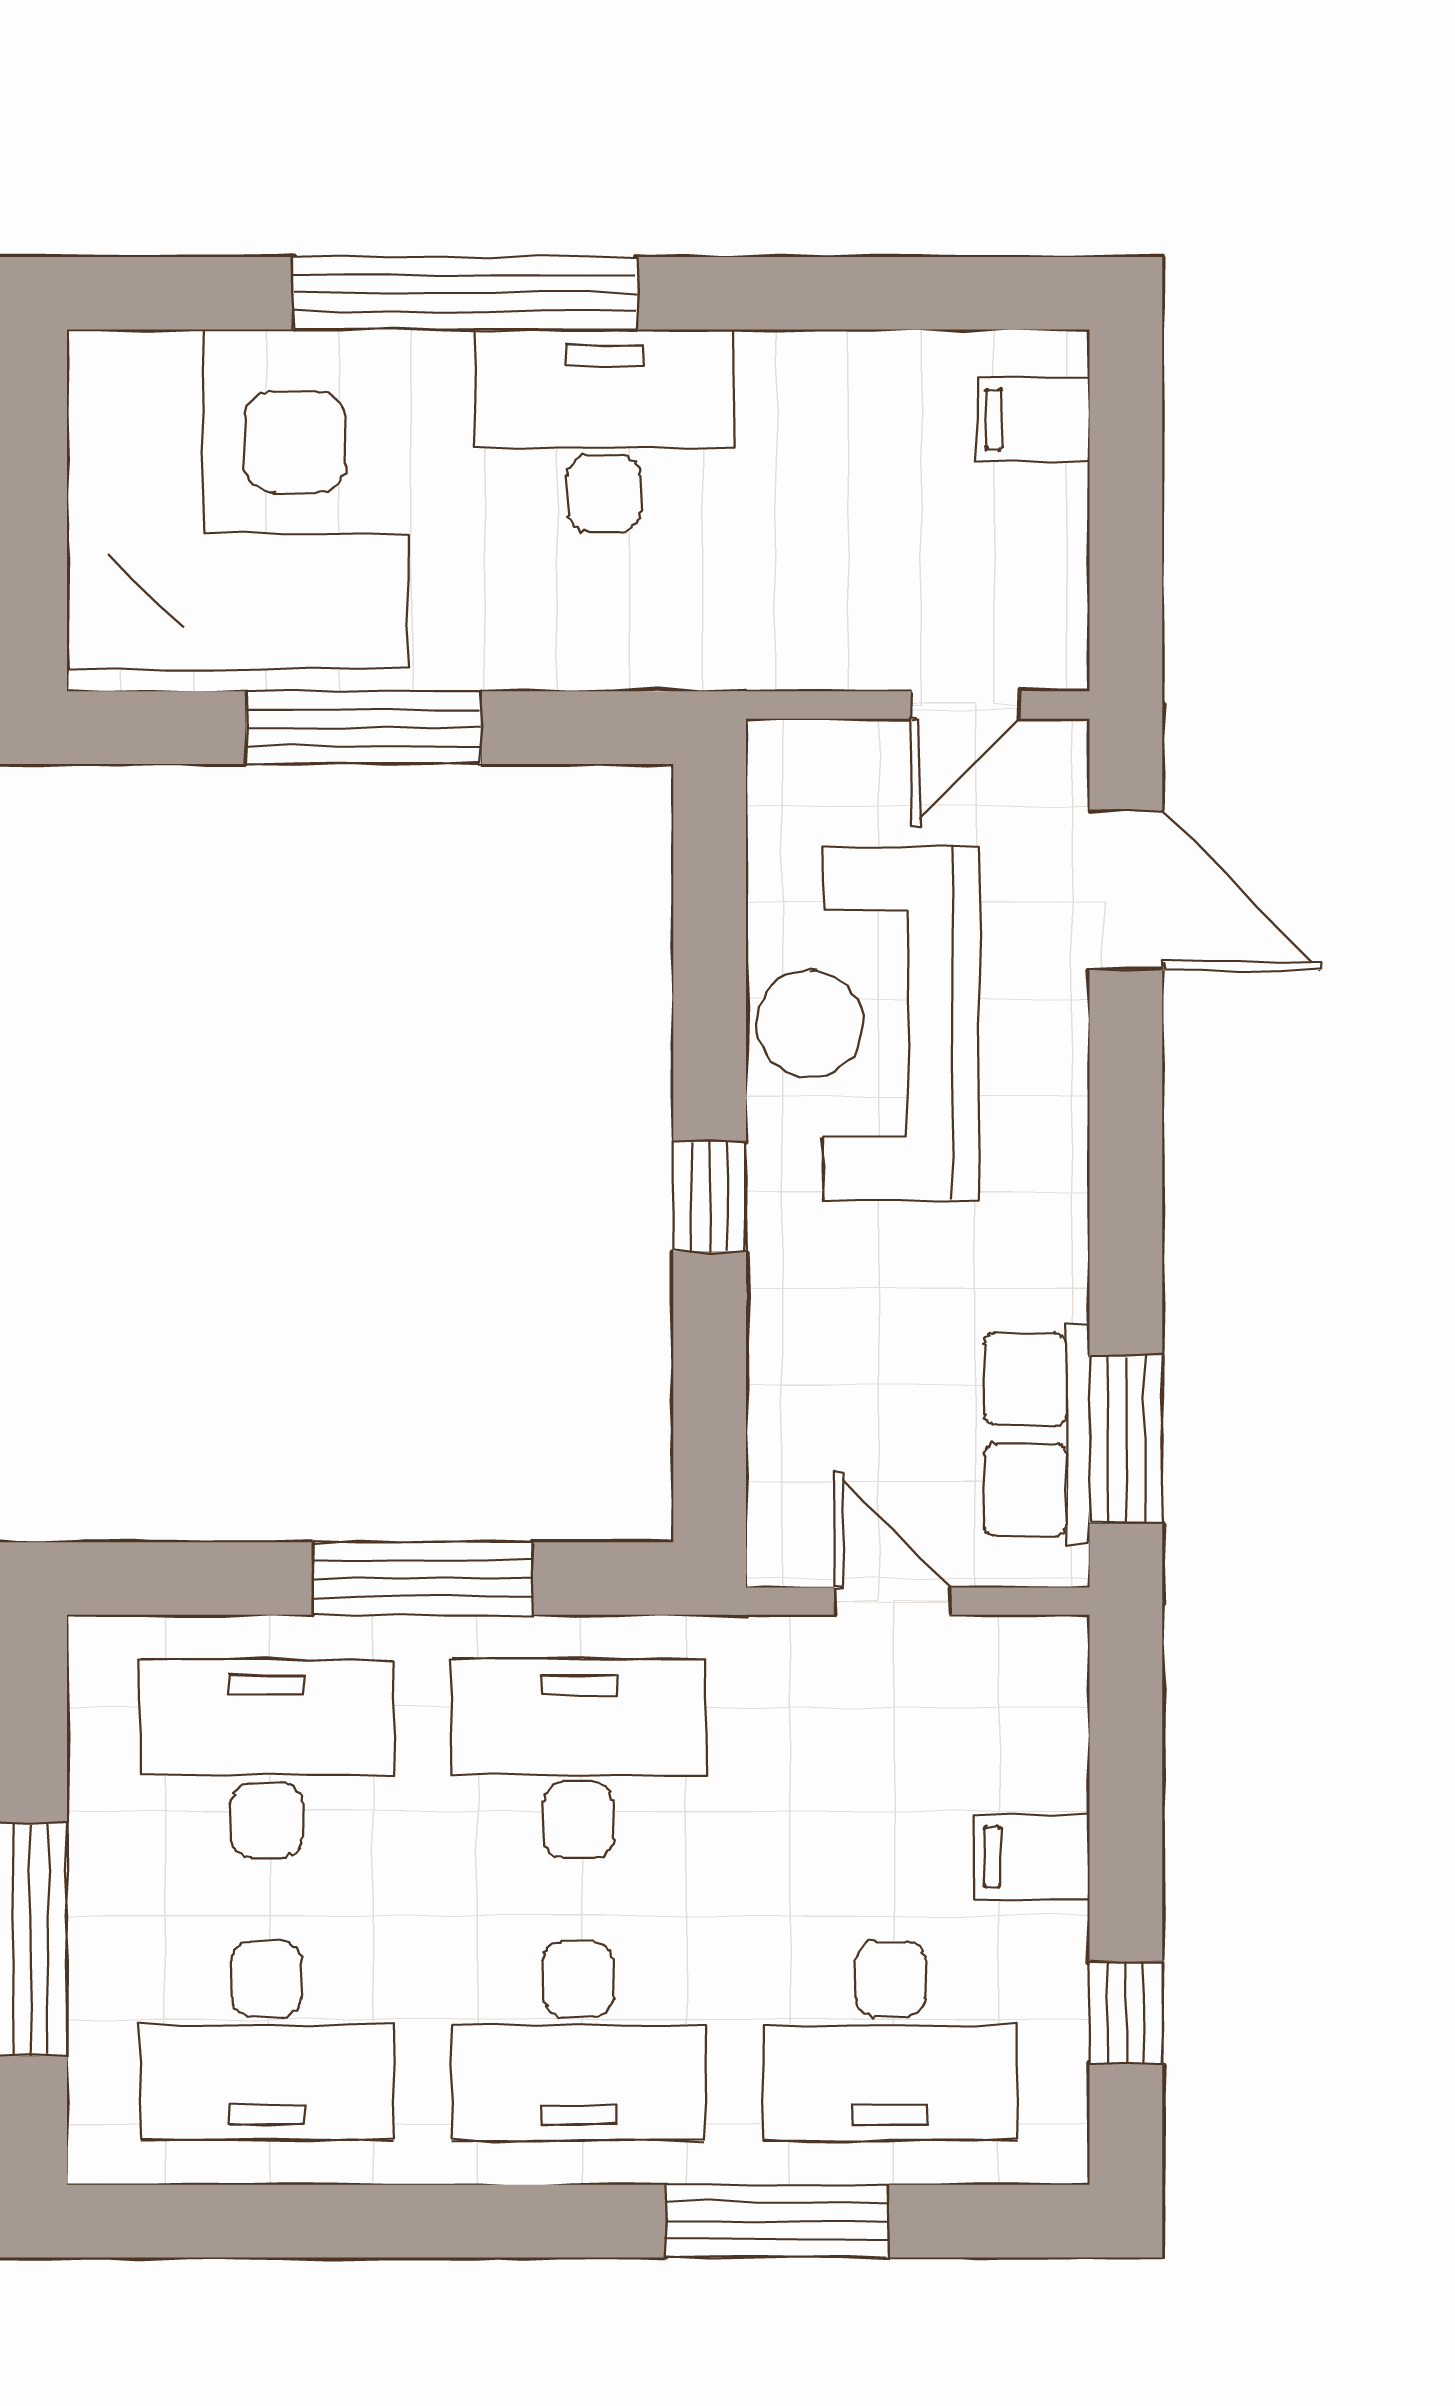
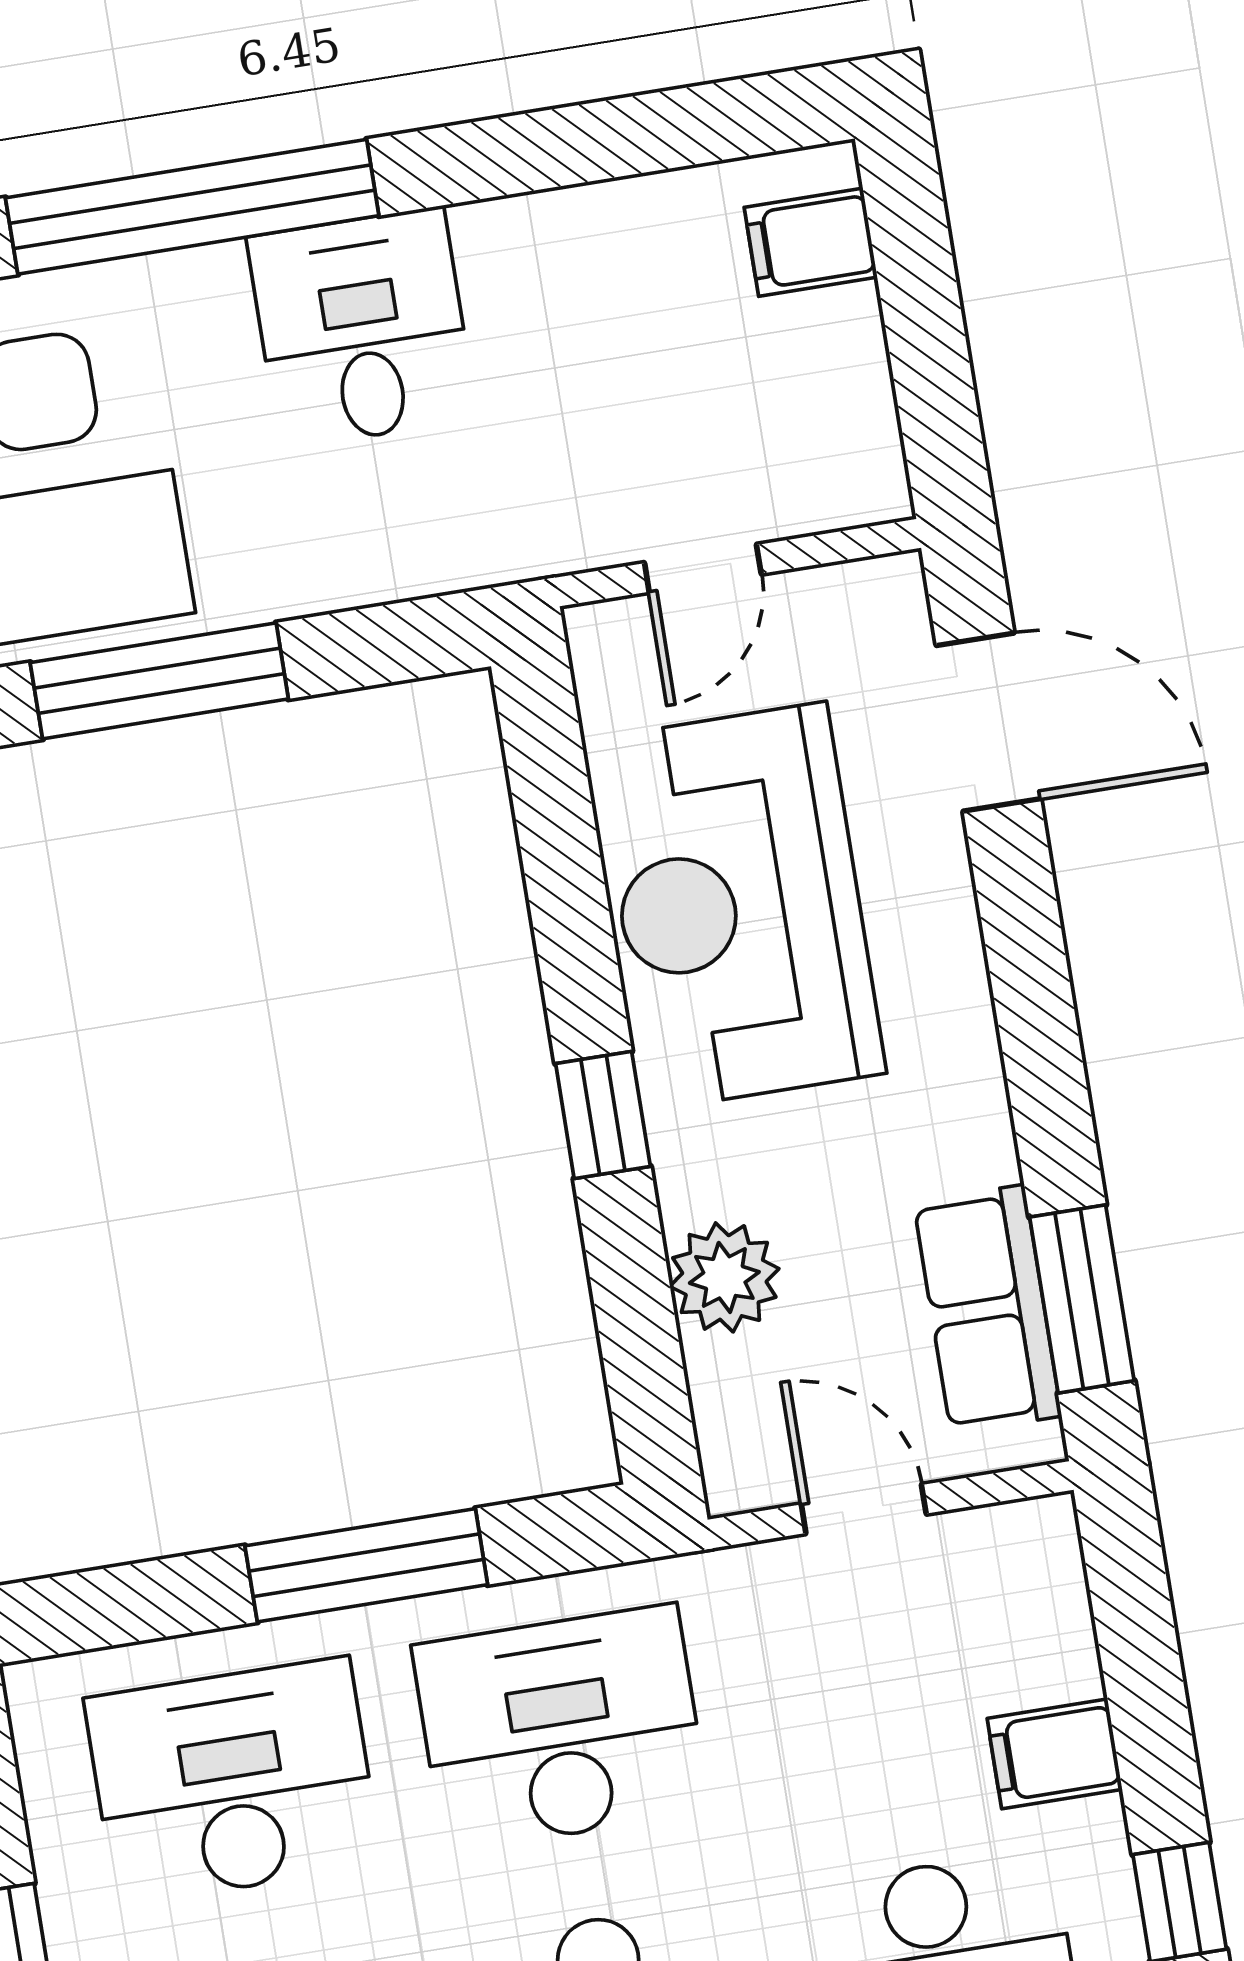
desk: (604, 431) -> (362, 328), width x0.73
door: (965, 705) -> (703, 568), moved
plant: (798, 1365) -> (724, 1277), added

